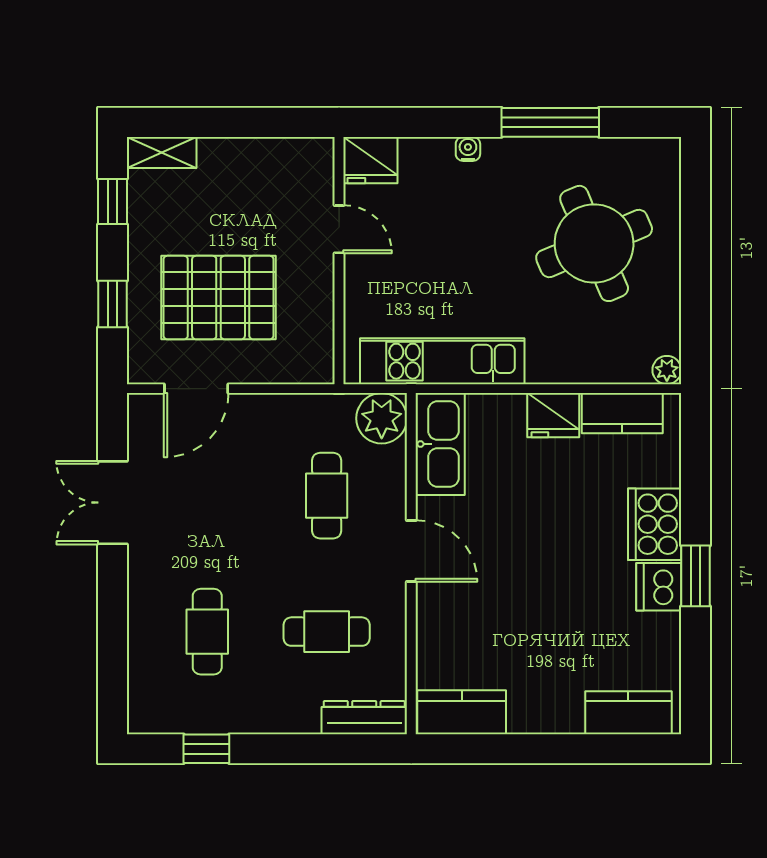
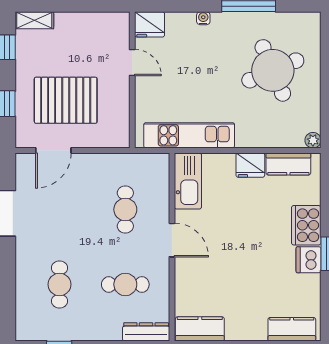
plant: (382, 418) -> (156, 167), removed

